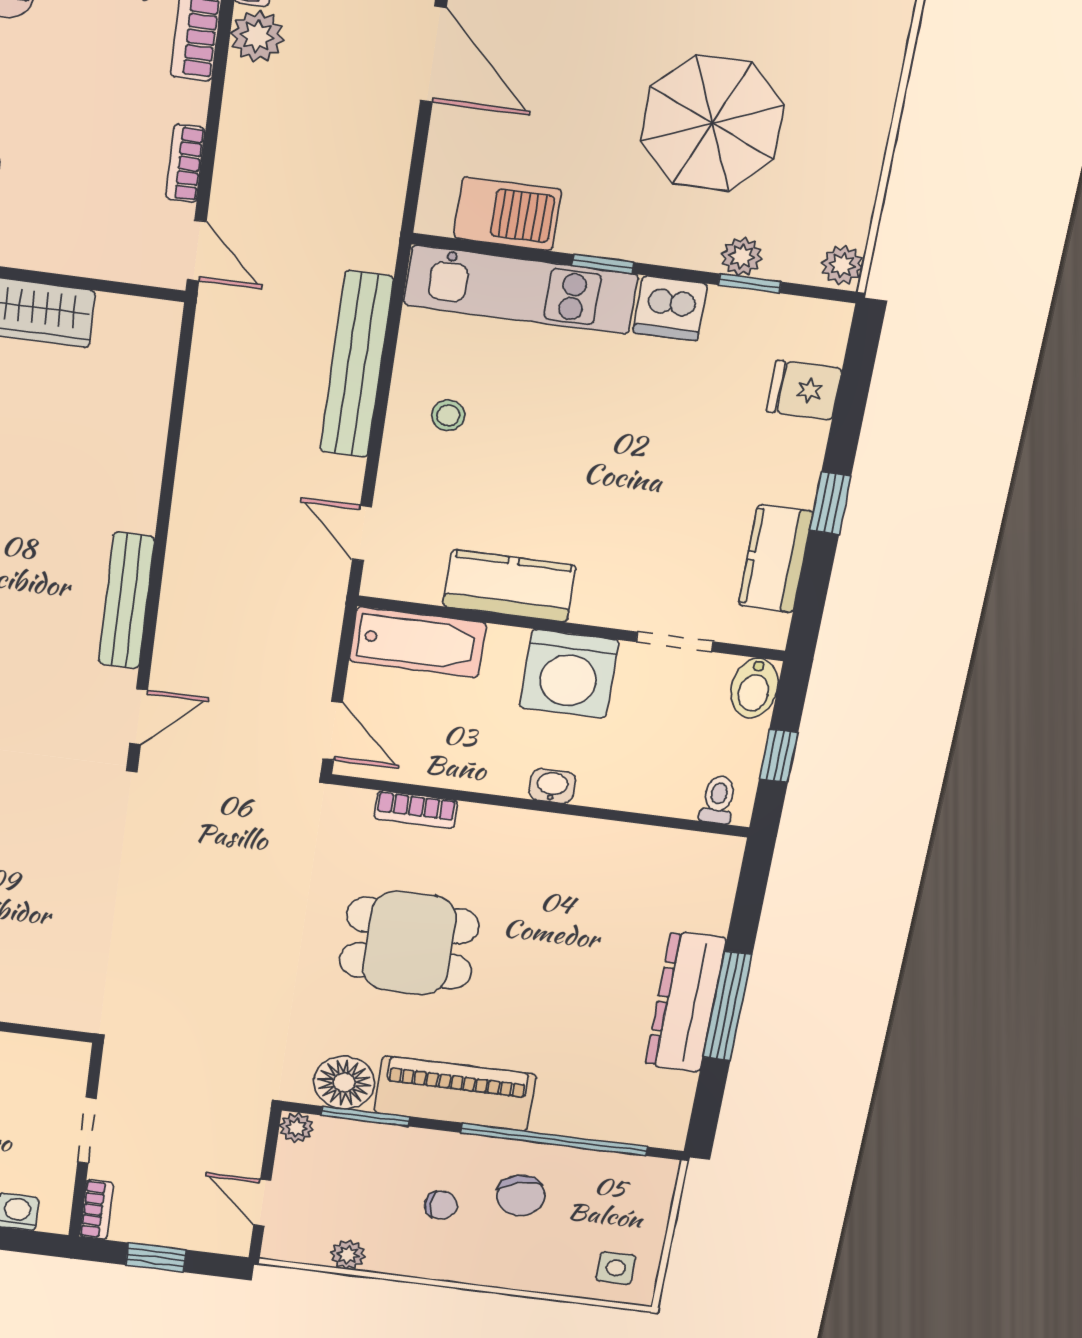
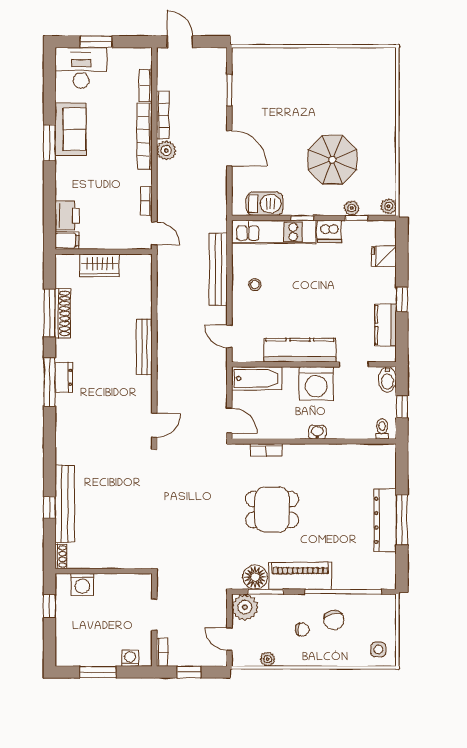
kitchen counter: (509, 586) -> (300, 350), width x1.50
bench: (126, 600) -> (144, 347), moved
plant: (297, 1128) -> (245, 607), width x1.87, depth x1.87

